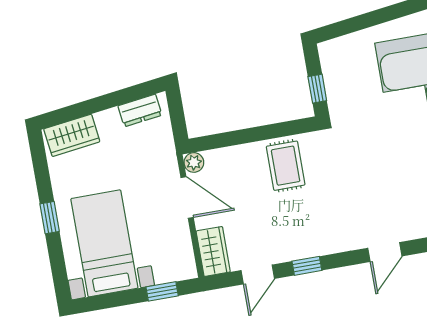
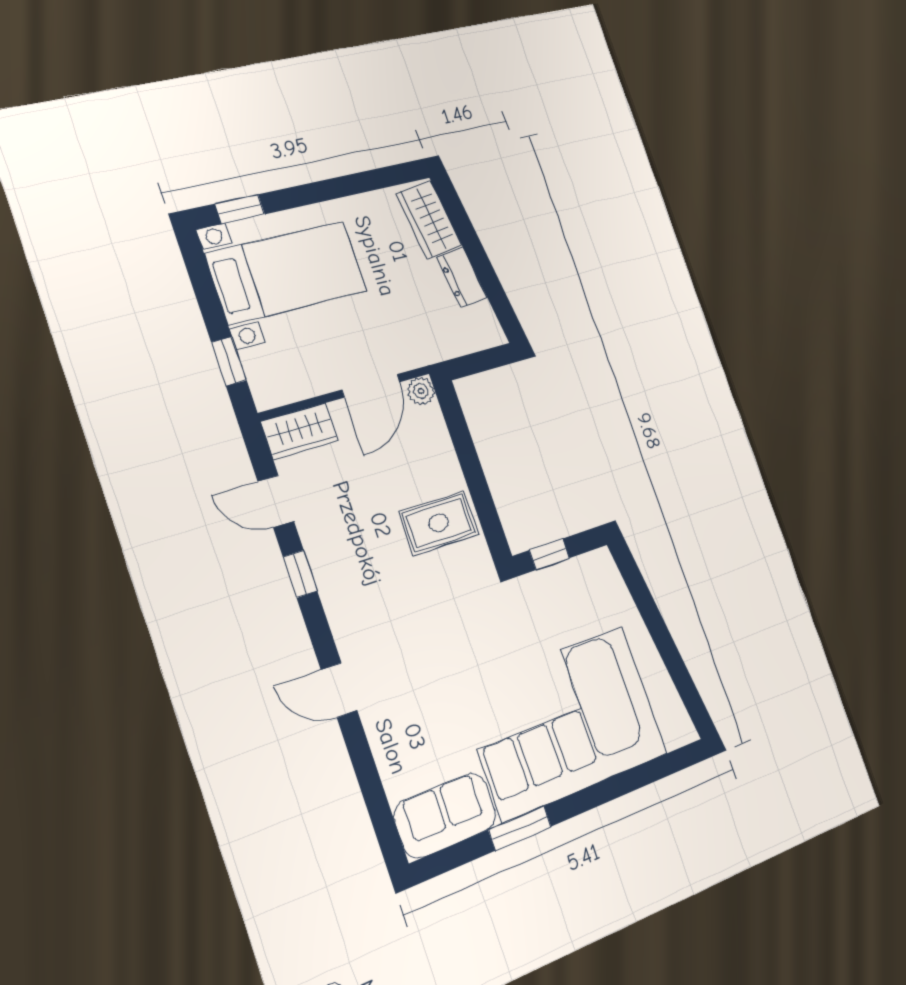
dresser: (140, 110) -> (462, 277), moved
window: (50, 218) -> (240, 209), moved

